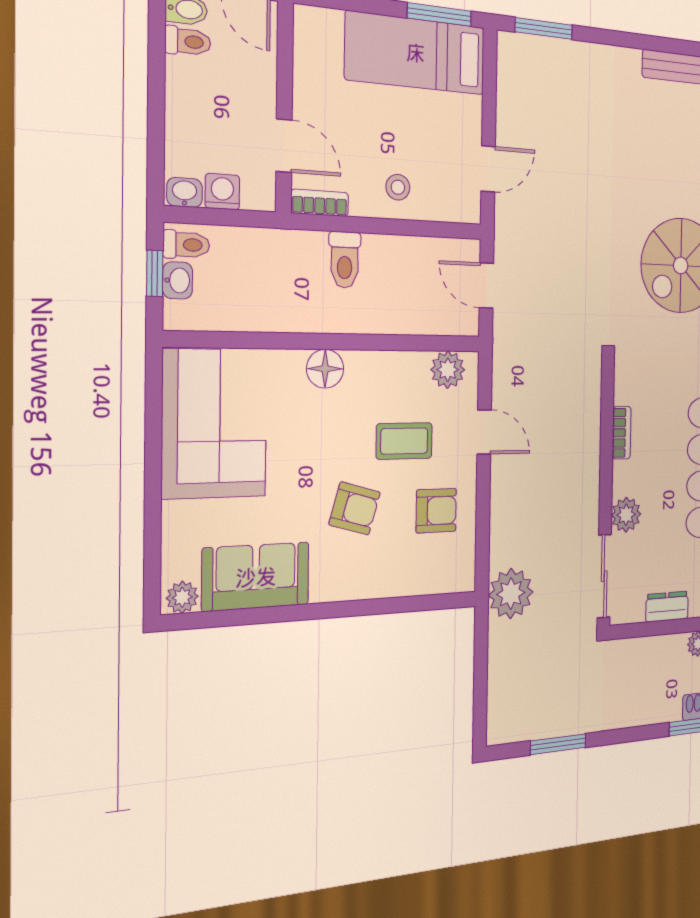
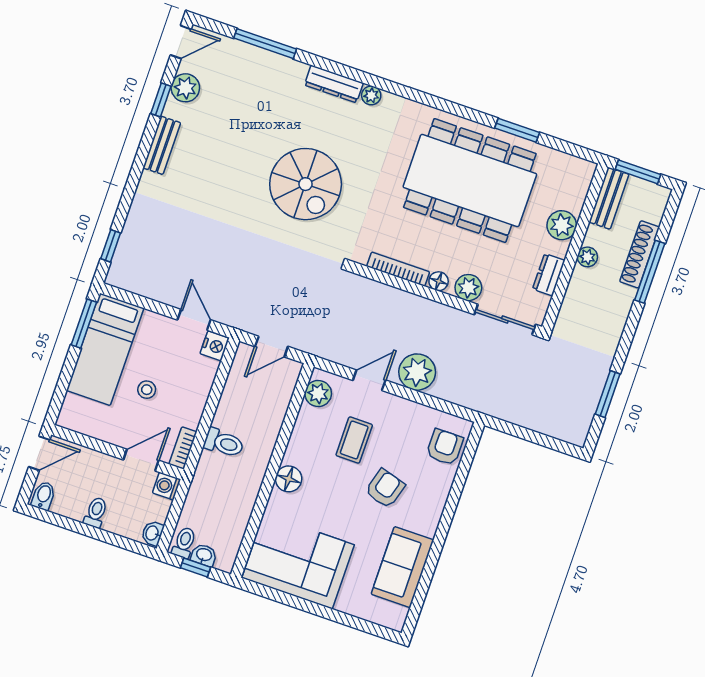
window: (544, 29) -> (111, 246), width x0.67
toilet: (188, 41) -> (96, 512), moved
stool: (398, 187) -> (147, 390), moved
washing machine: (222, 192) -> (166, 486), moved
nightstand: (465, 207) -> (215, 346), added
bookcase: (622, 433) -> (398, 269), width x1.56
floor lamp: (623, 474) -> (439, 281), added
armchair: (436, 511) -> (445, 447), moved
plant: (511, 594) -> (417, 372), moved
plant: (182, 597) -> (396, 616), removed

